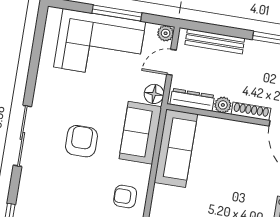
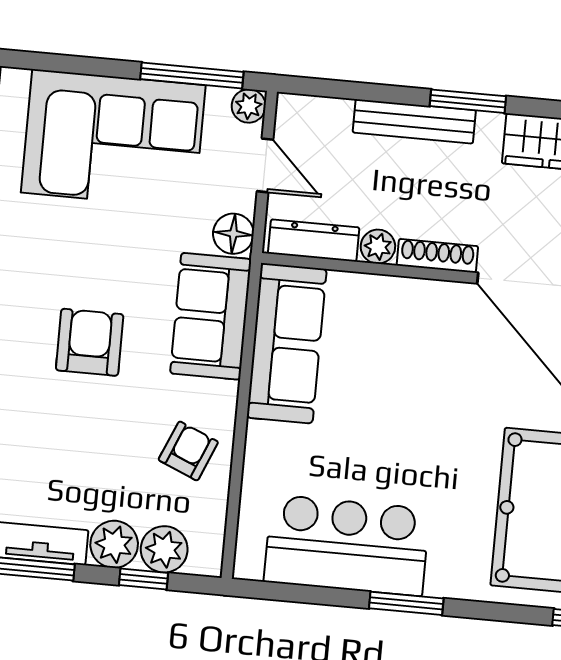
window: (117, 13) -> (192, 76), moved
bench: (215, 41) -> (414, 121), moved
door: (171, 62) -> (265, 165), swing flipped
armchair: (125, 197) -> (188, 451), turned 113

